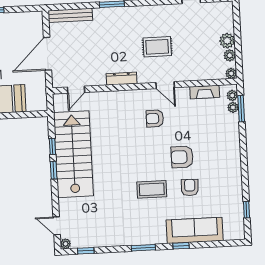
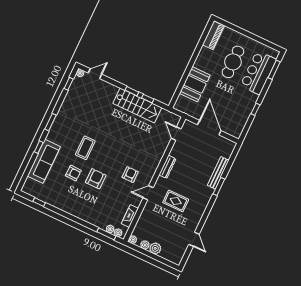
bench: (70, 15) -> (218, 173), moved
rug: (157, 47) -> (176, 201), turned 90
stairs: (73, 154) -> (137, 106), width x0.73, depth x0.66

